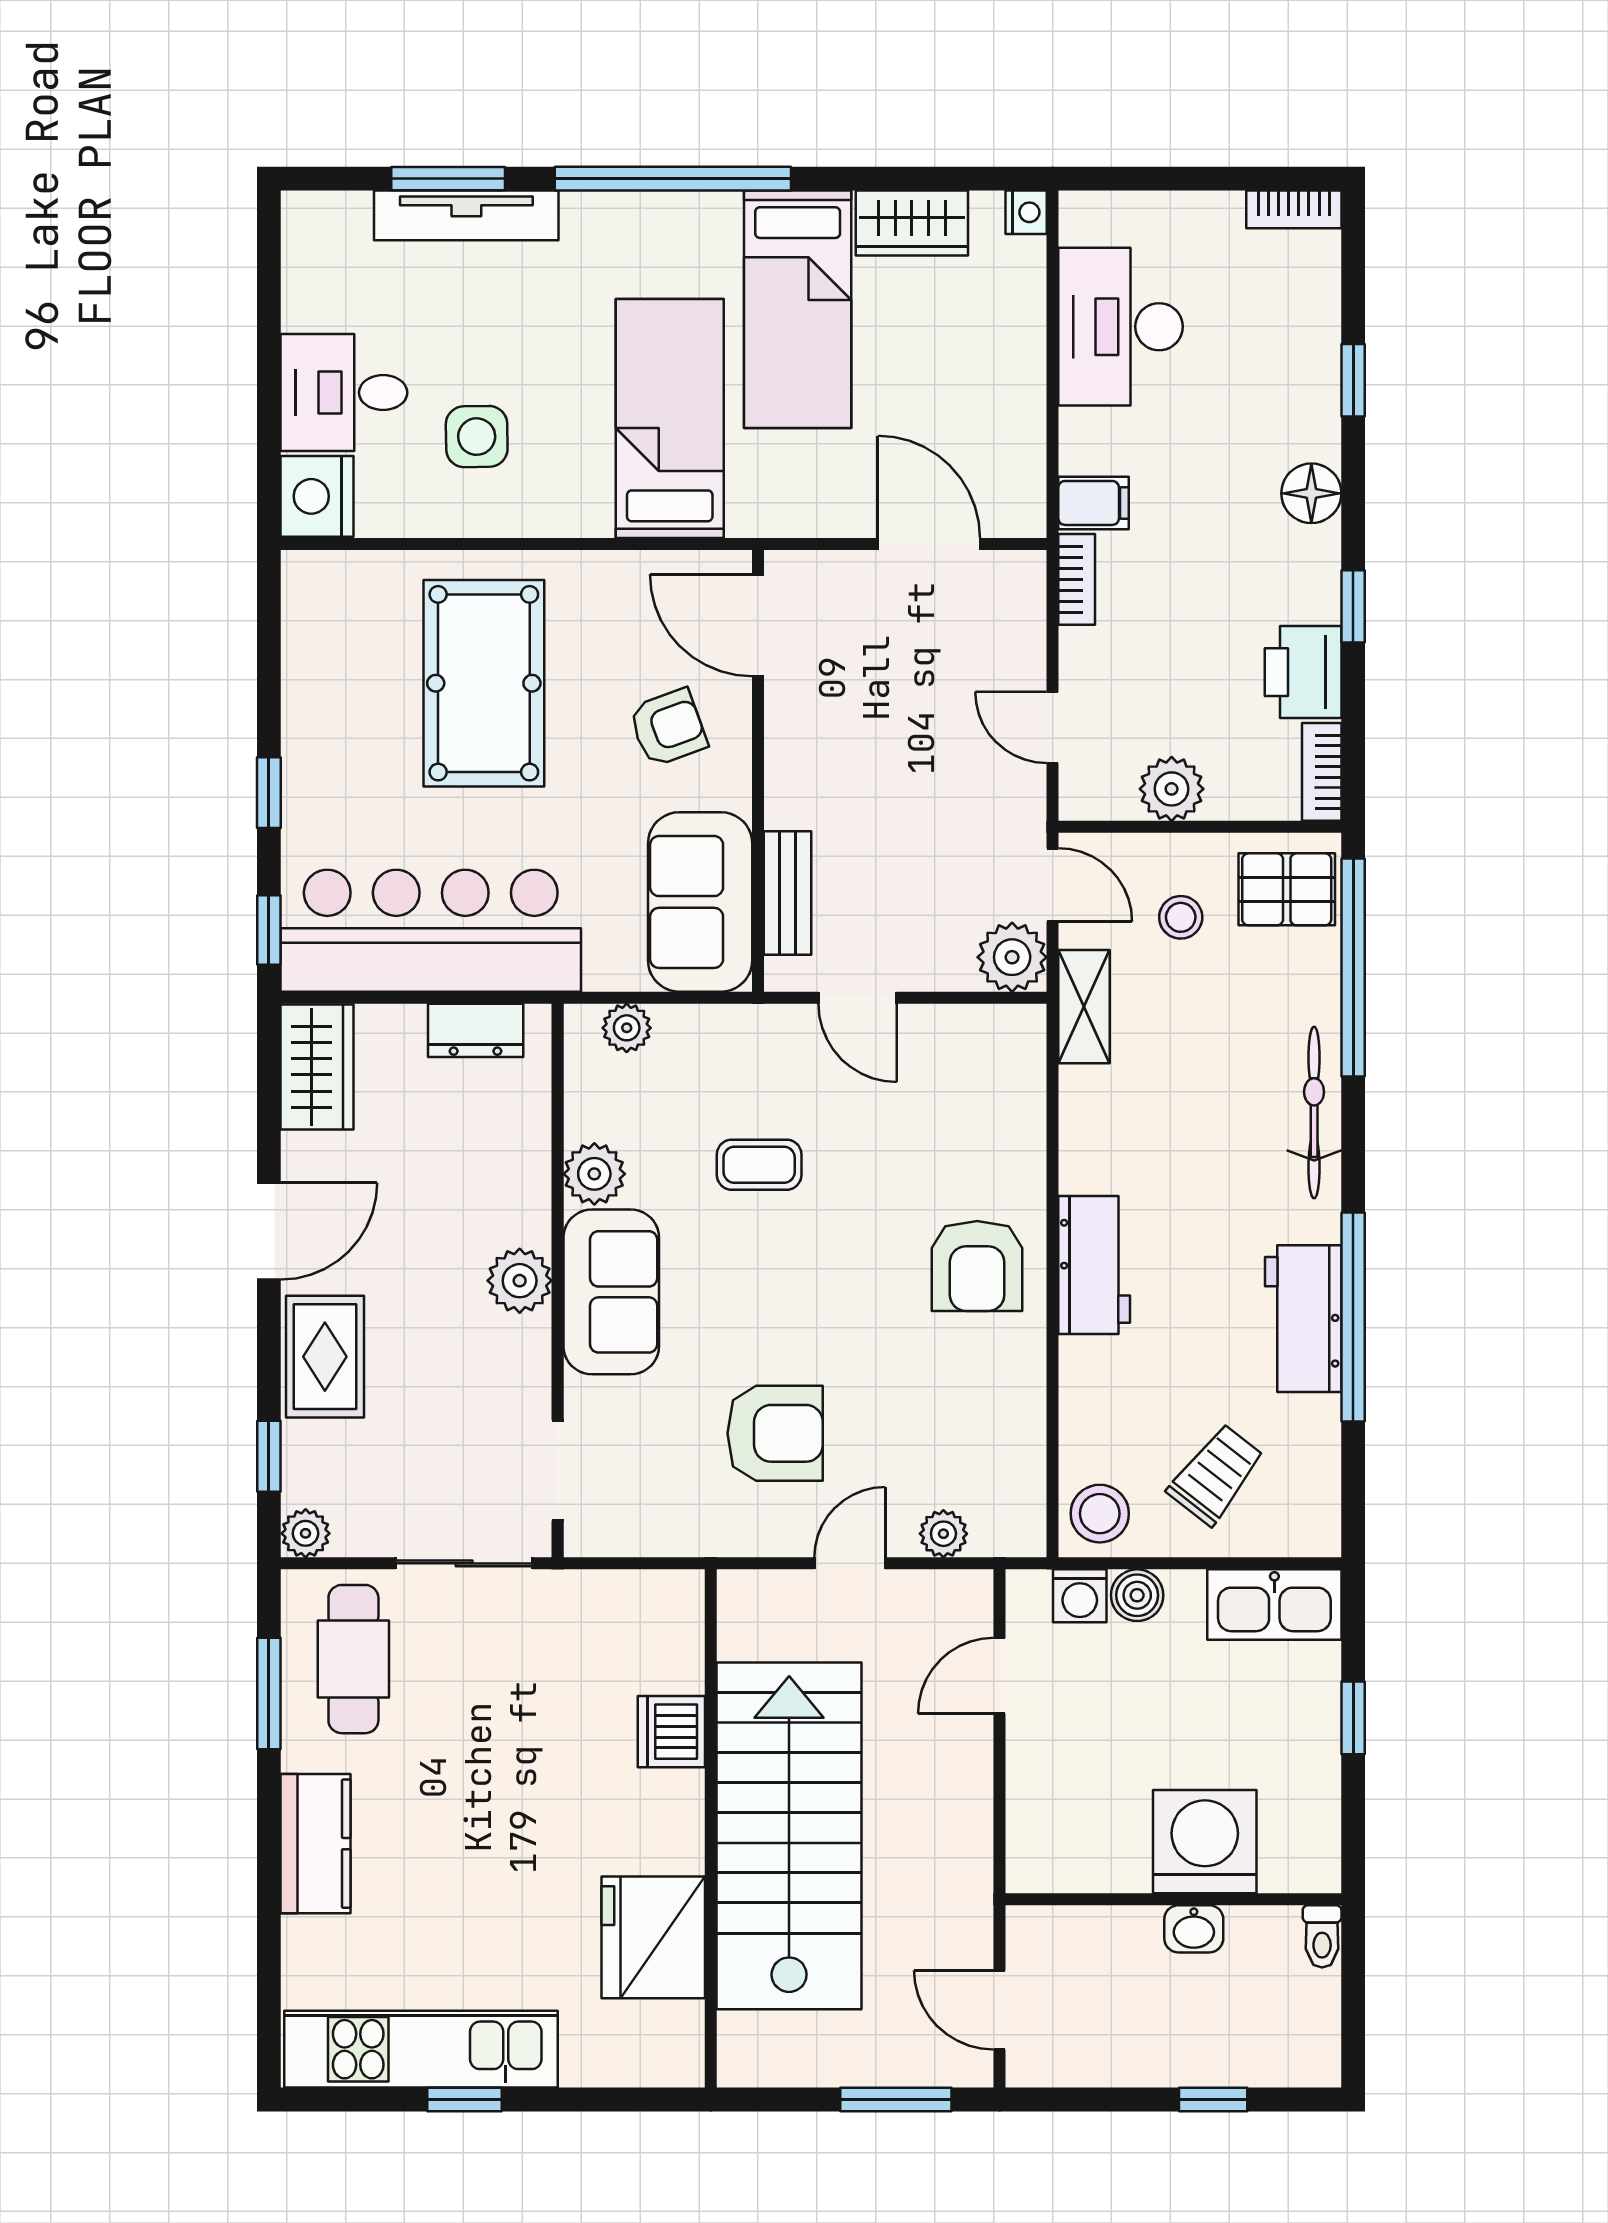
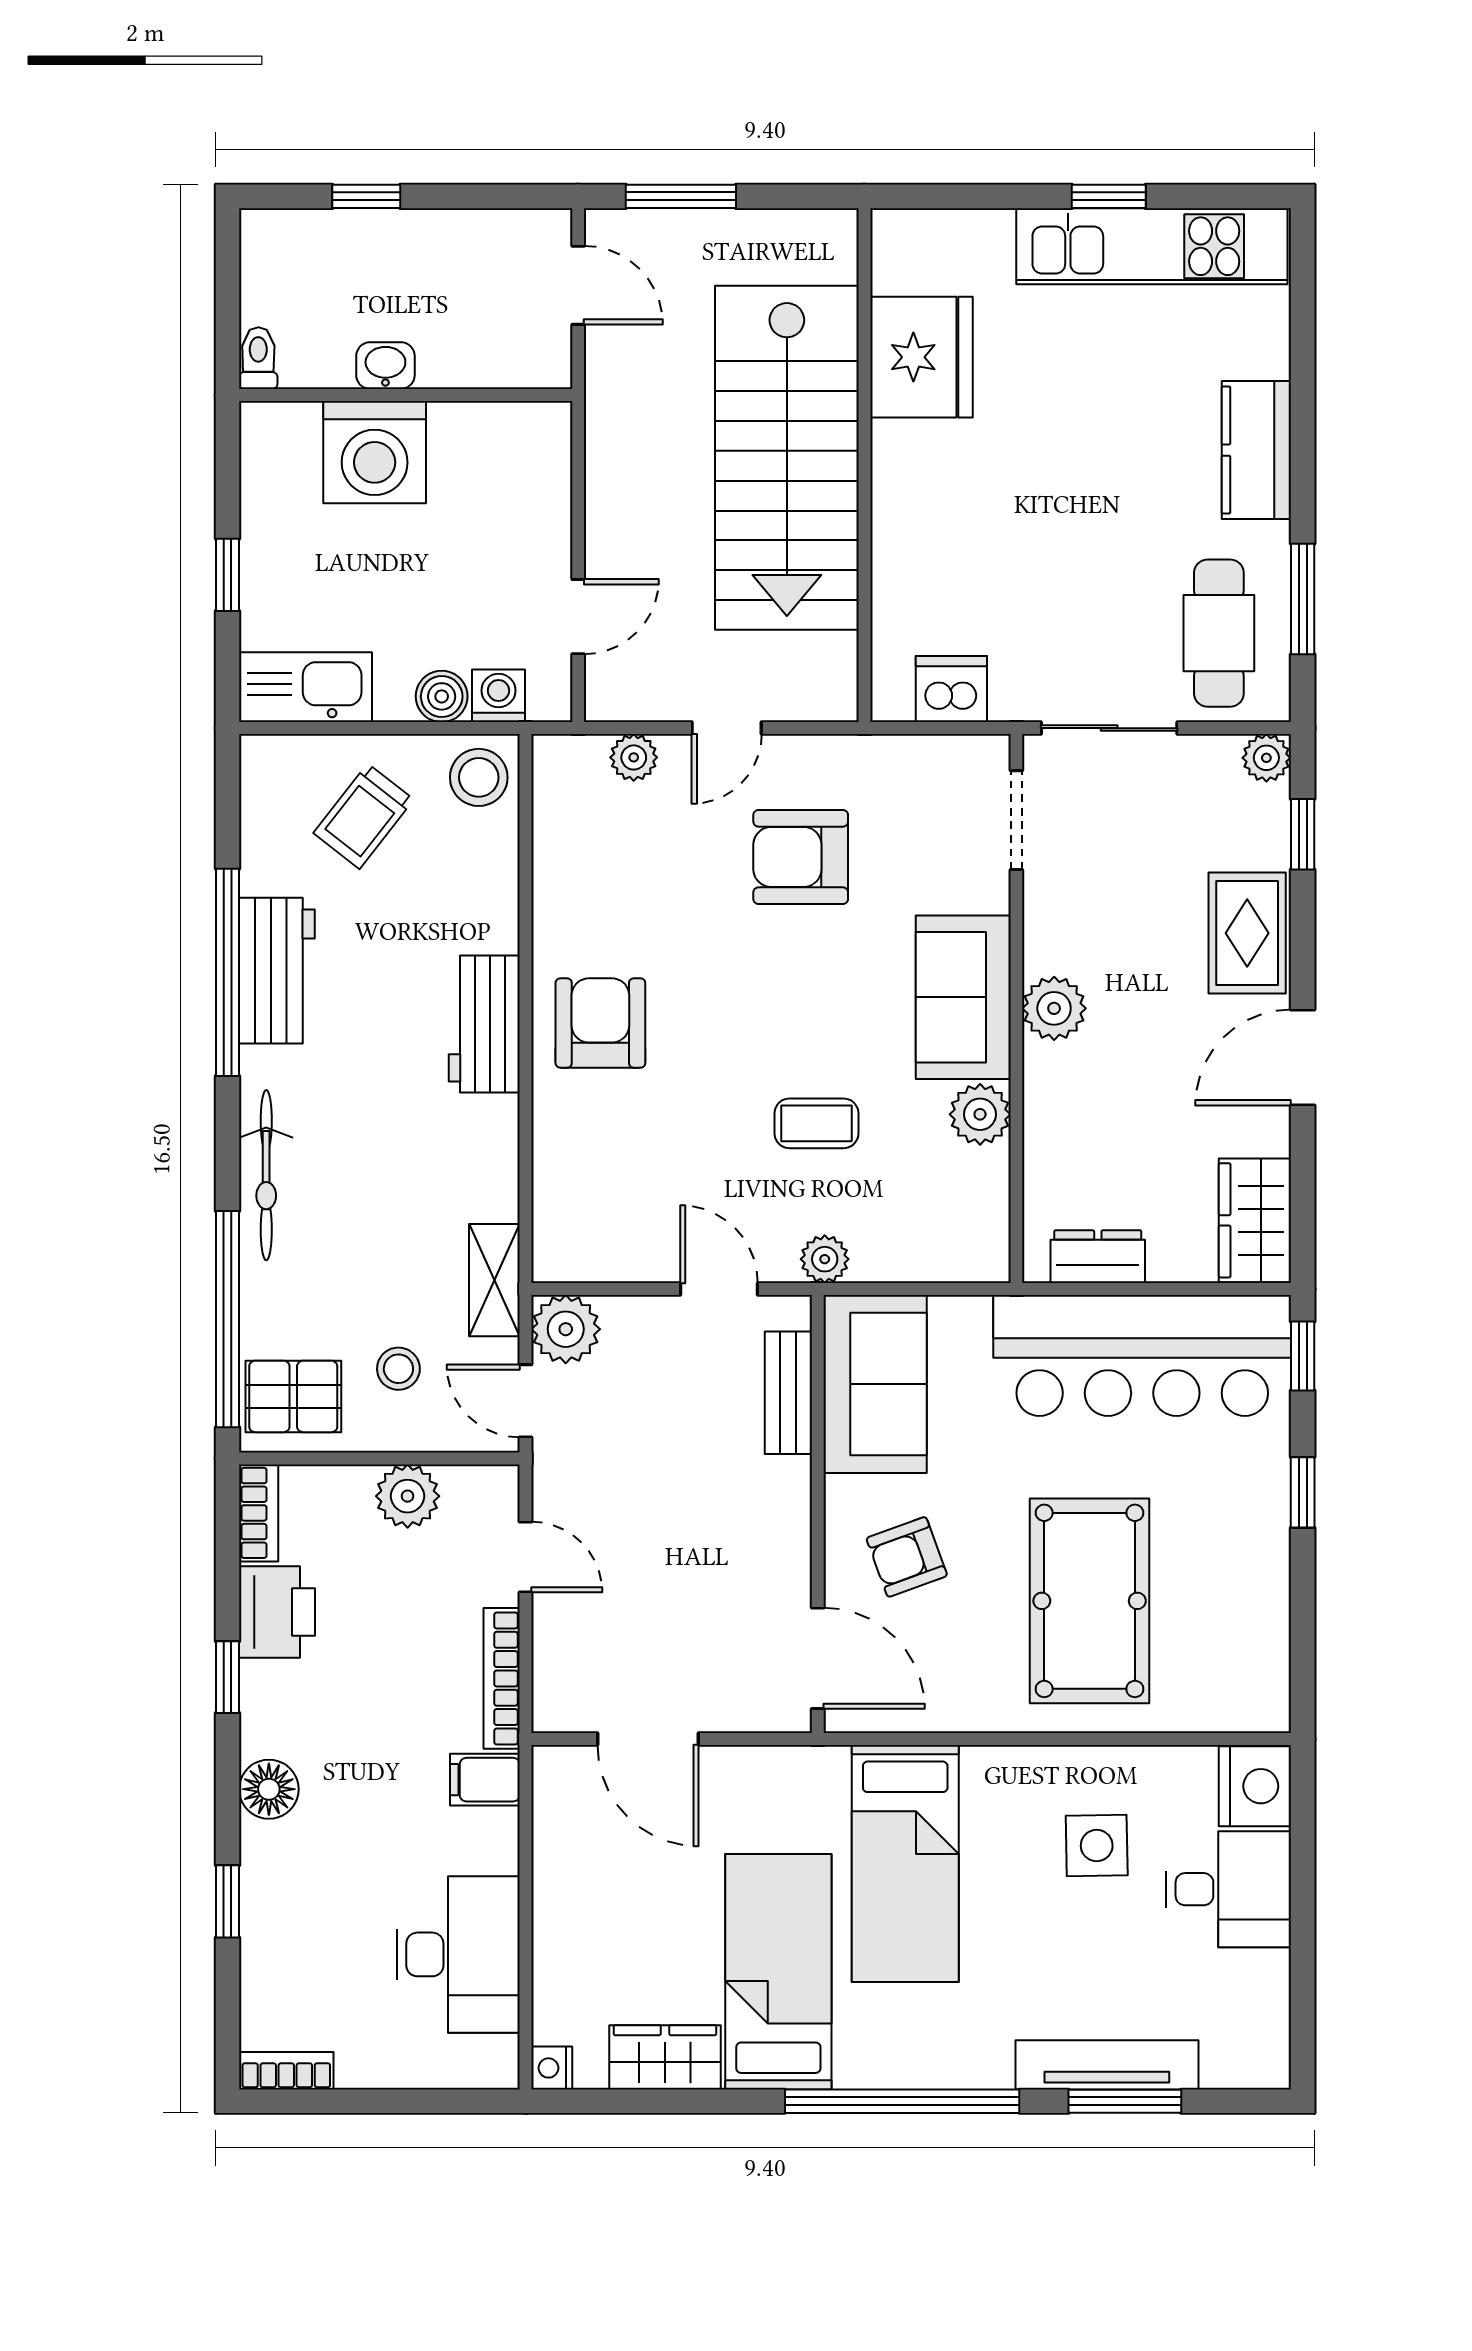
bookcase: (1077, 579) -> (502, 1678), width x1.56
plant: (627, 1028) -> (825, 1259), moved
dishwasher: (671, 1732) -> (951, 689), moved, turned -90

